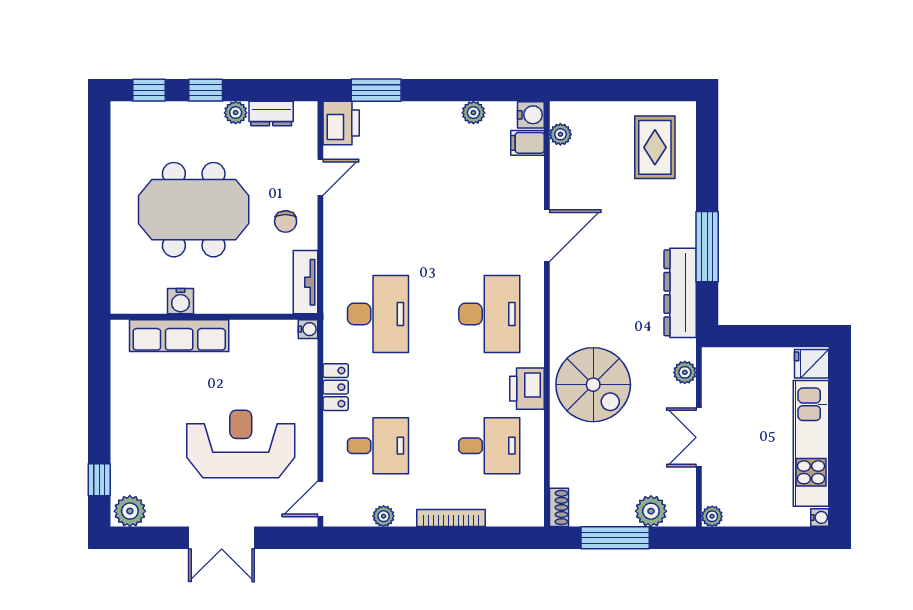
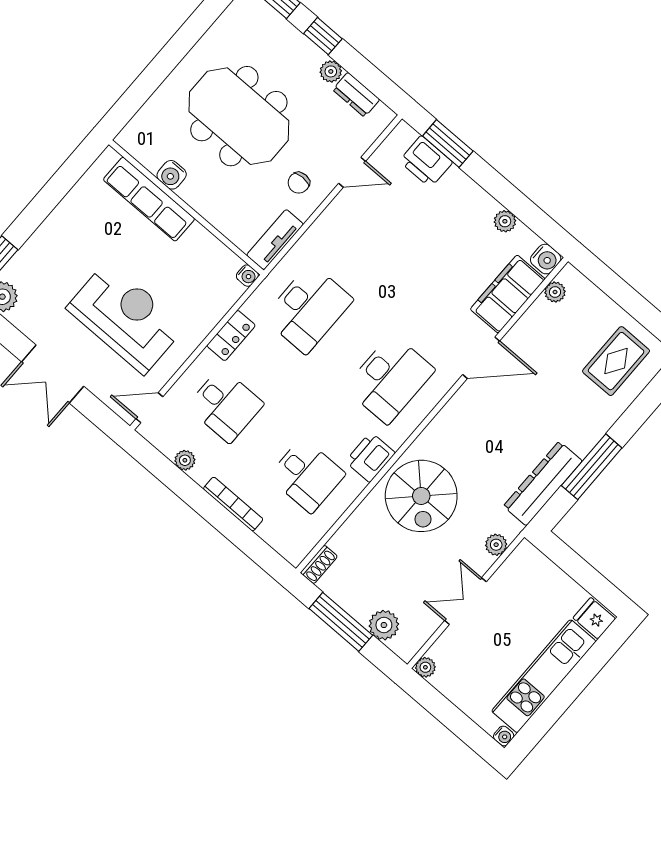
printer: (341, 123) -> (426, 162), moved, turned 90
filing cabinet: (527, 143) -> (508, 294), width x3.00, depth x1.17

